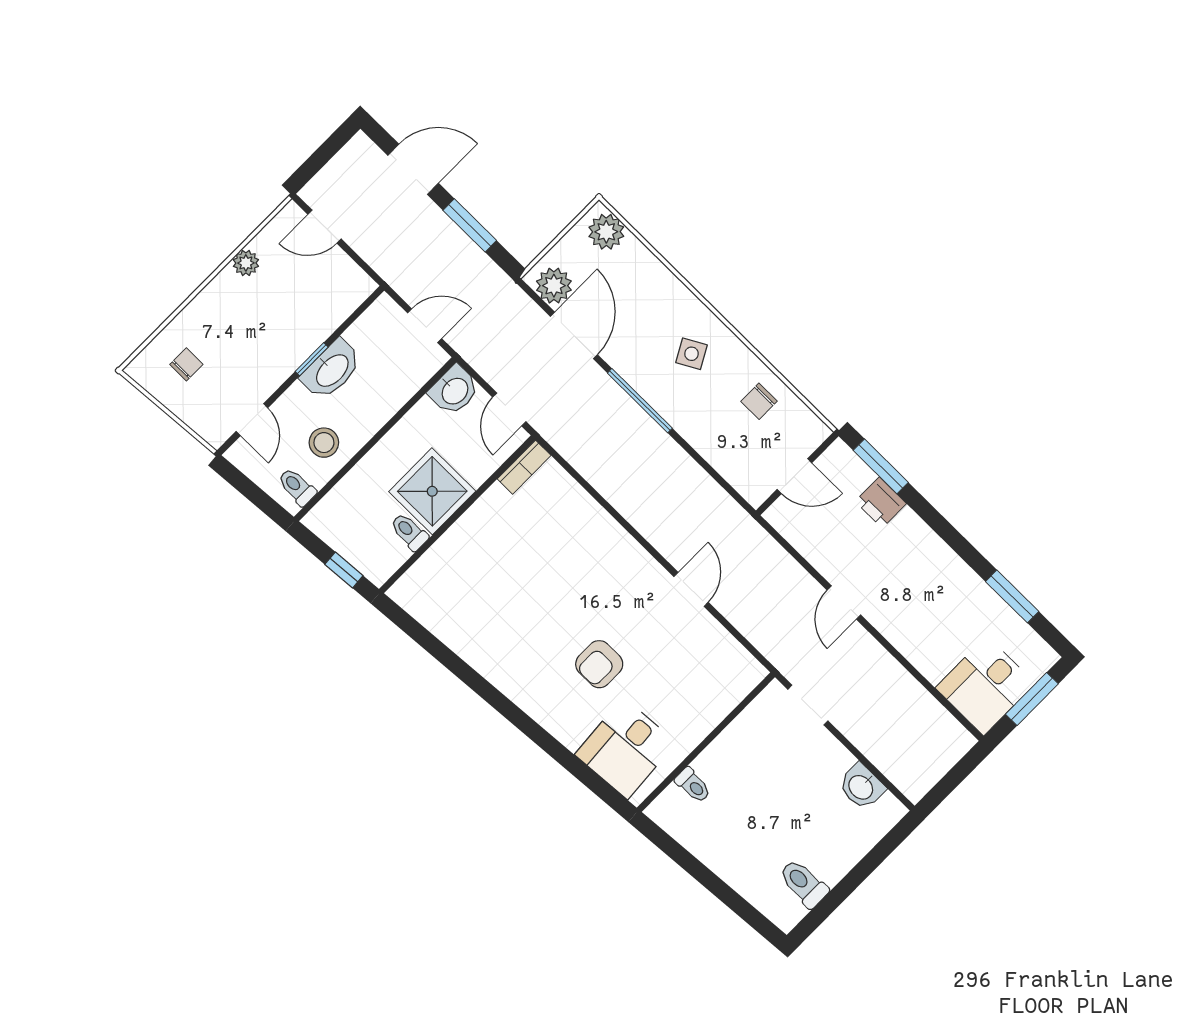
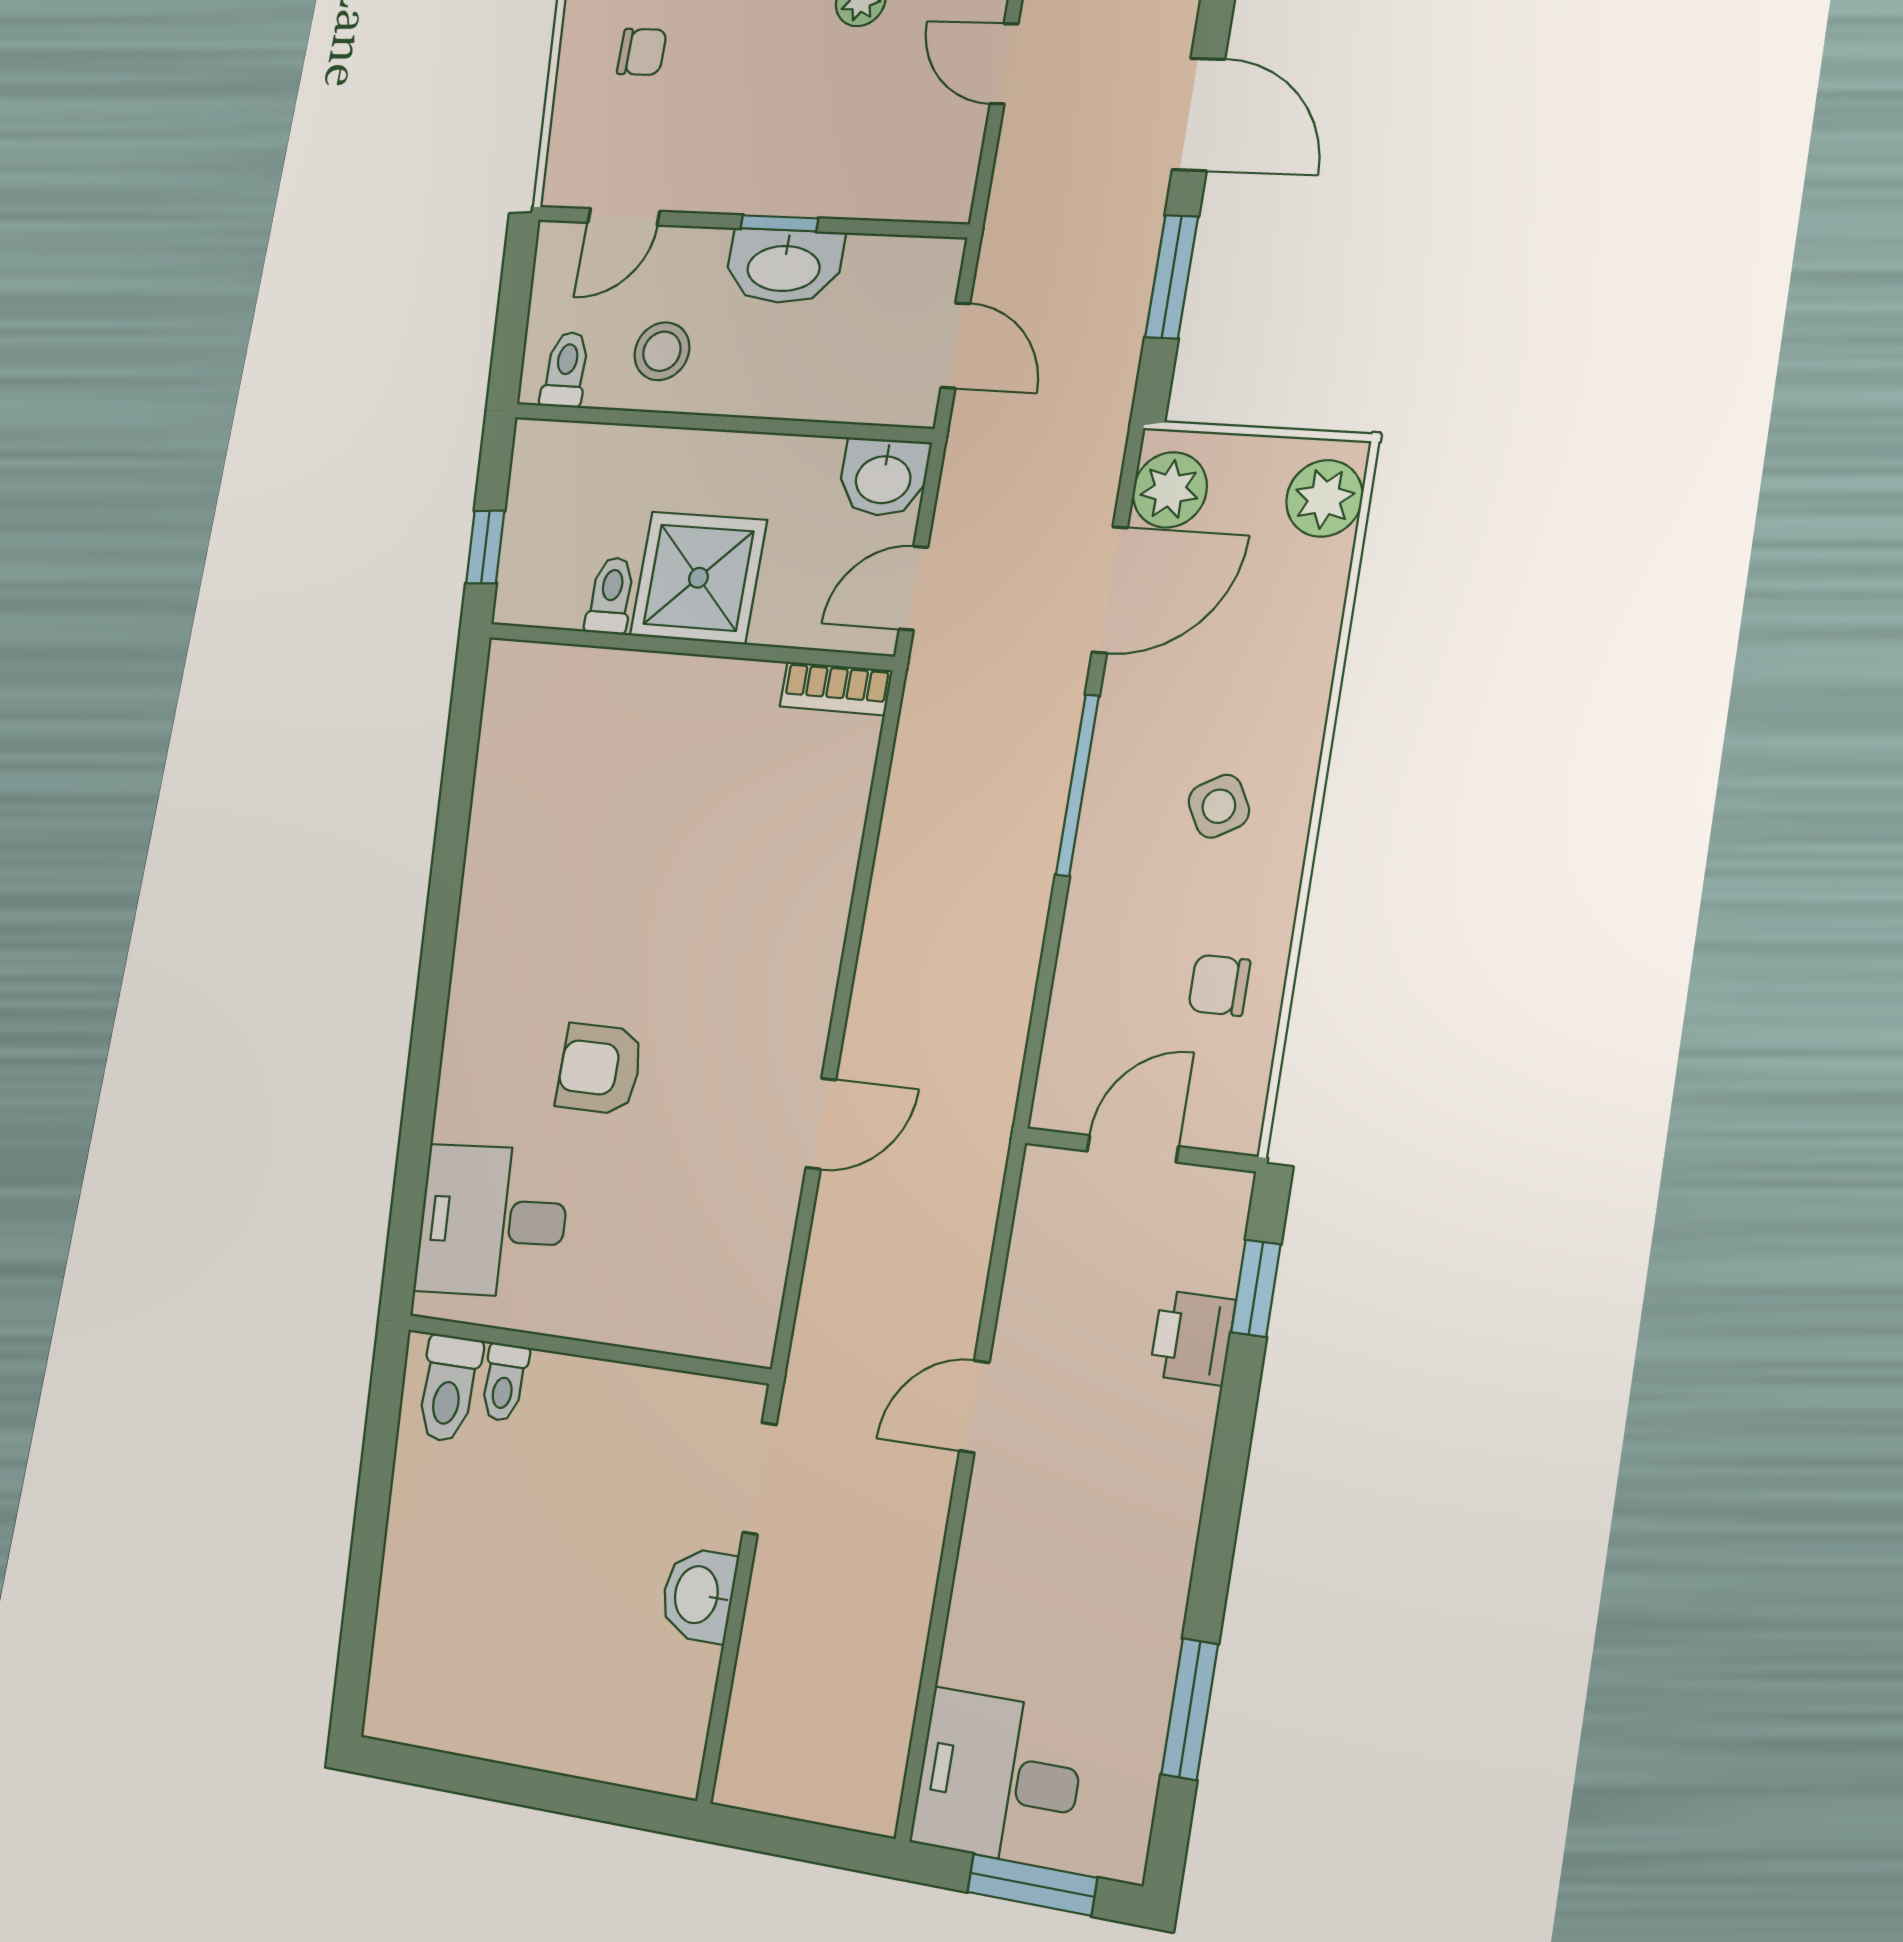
window: (881, 466) -> (1256, 1288), width x0.67
door: (794, 476) -> (1133, 1149), swing flipped
washbasin: (861, 787) -> (698, 1595), moved
toilet: (803, 883) -> (449, 1388), moved, turned 180

